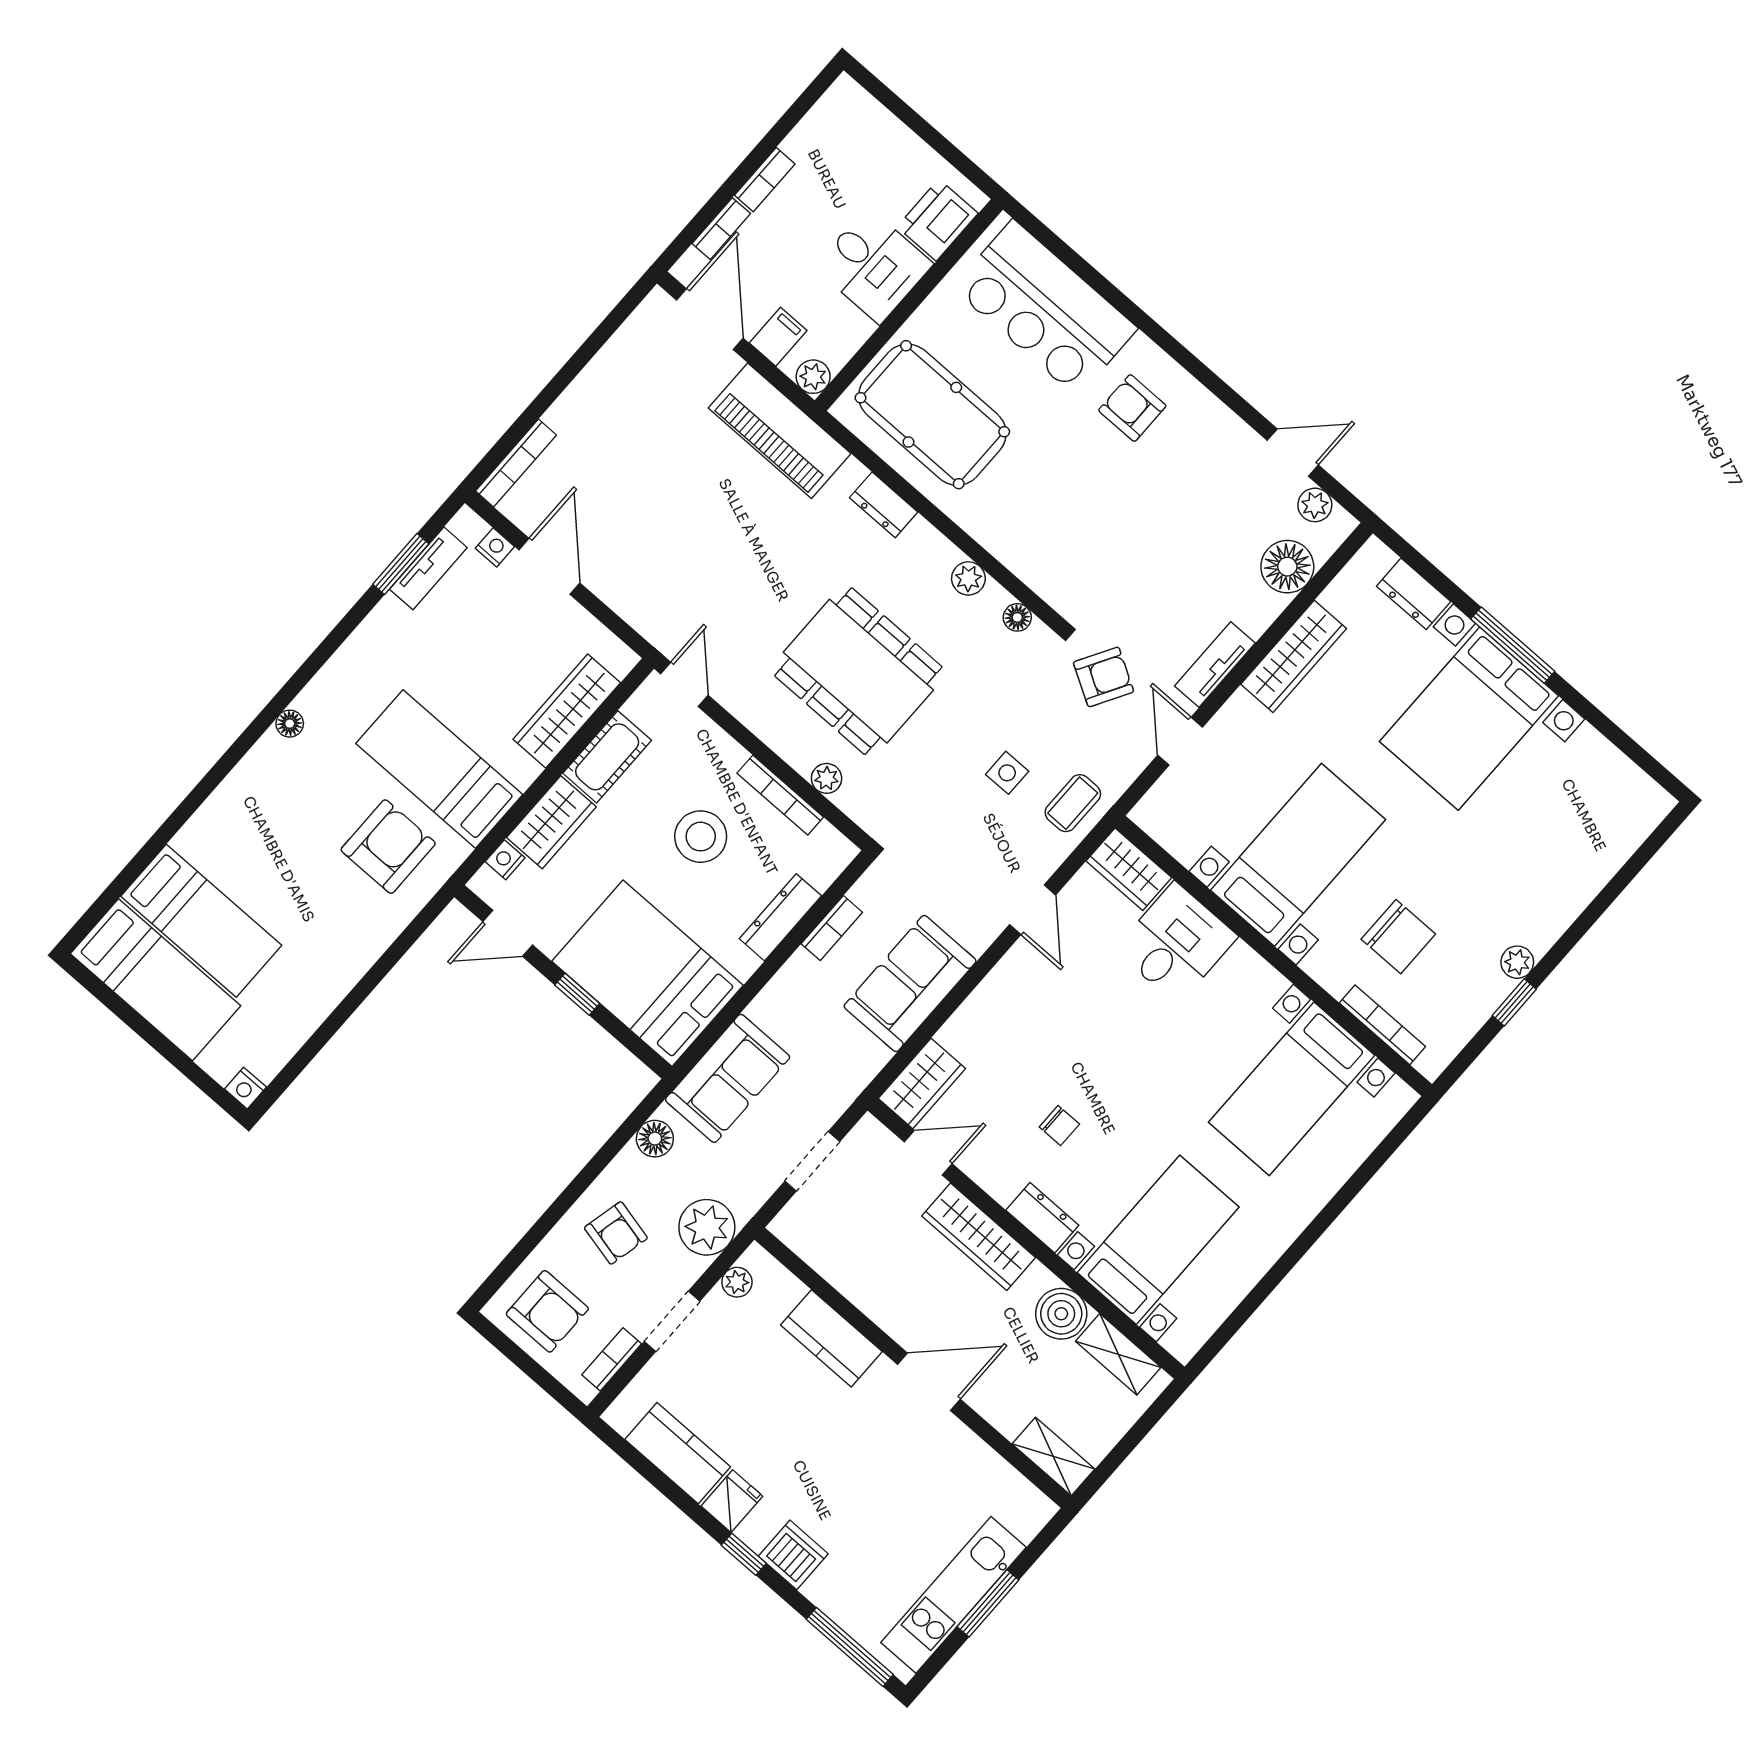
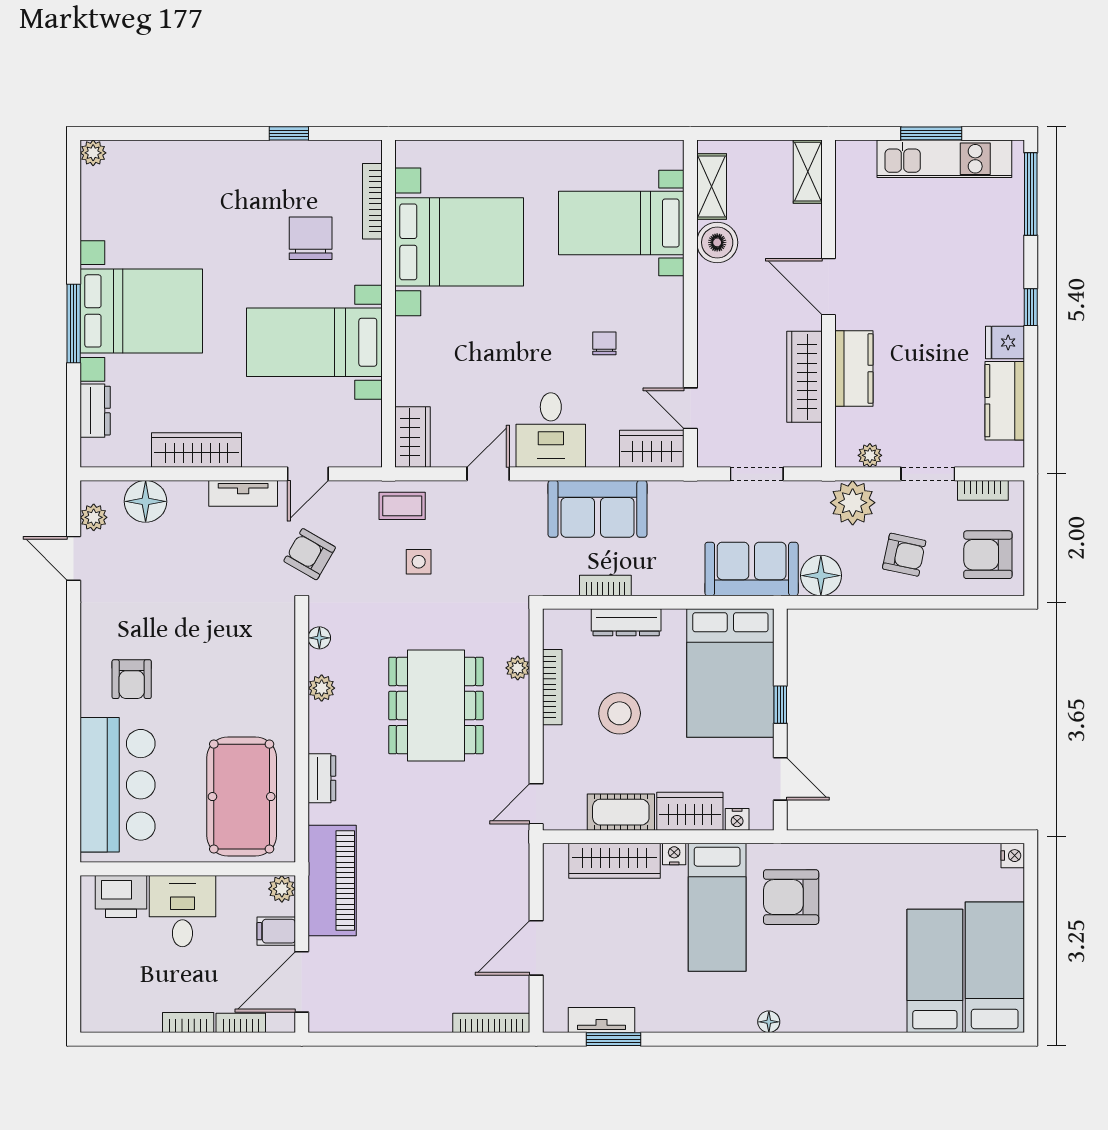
nightstand: (495, 547) -> (674, 854), moved, turned 90
desk: (1176, 943) -> (551, 430), moved, turned -90
plant: (1517, 962) -> (93, 153), moved
bed with nightstands: (1292, 1089) -> (459, 242), width x1.36
floor lamp: (655, 1139) -> (821, 576), width x1.38, depth x1.38
dresser: (1042, 1218) -> (669, 305), removed
armchair: (616, 1233) -> (904, 555), turned 89
wardrobe: (979, 1237) -> (804, 377), moved, turned 180
armchair: (547, 1311) -> (988, 555), turned -90
dishwasher: (793, 1555) -> (1005, 277), removed

